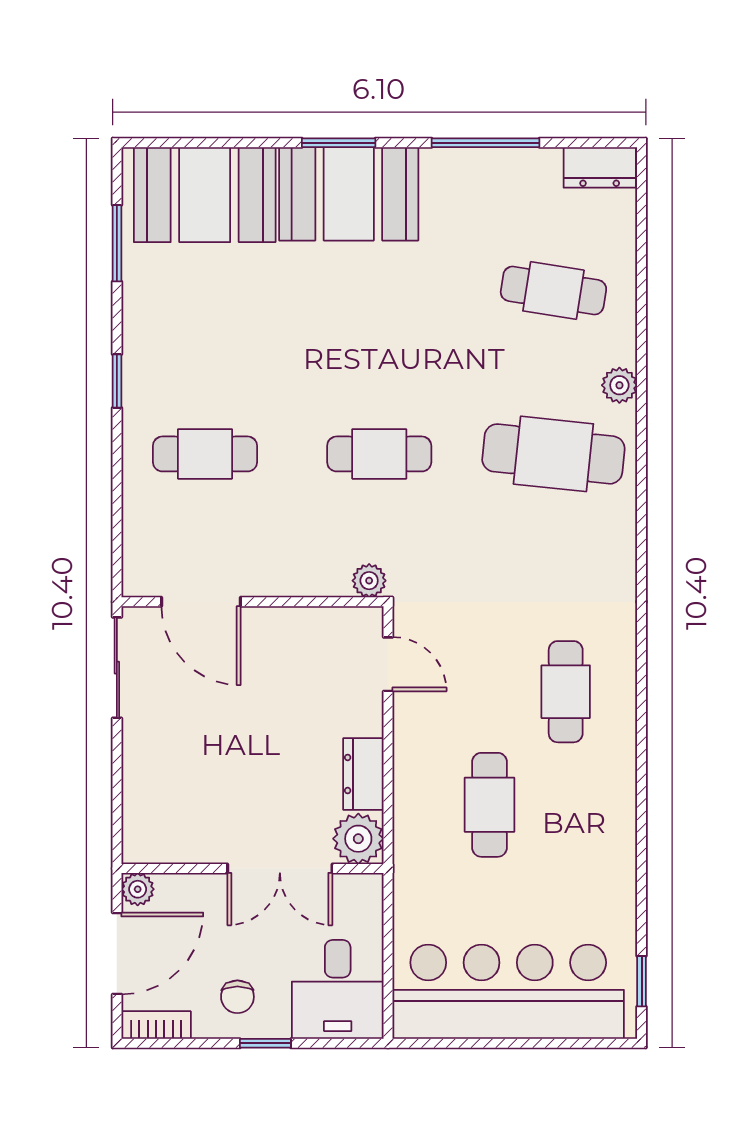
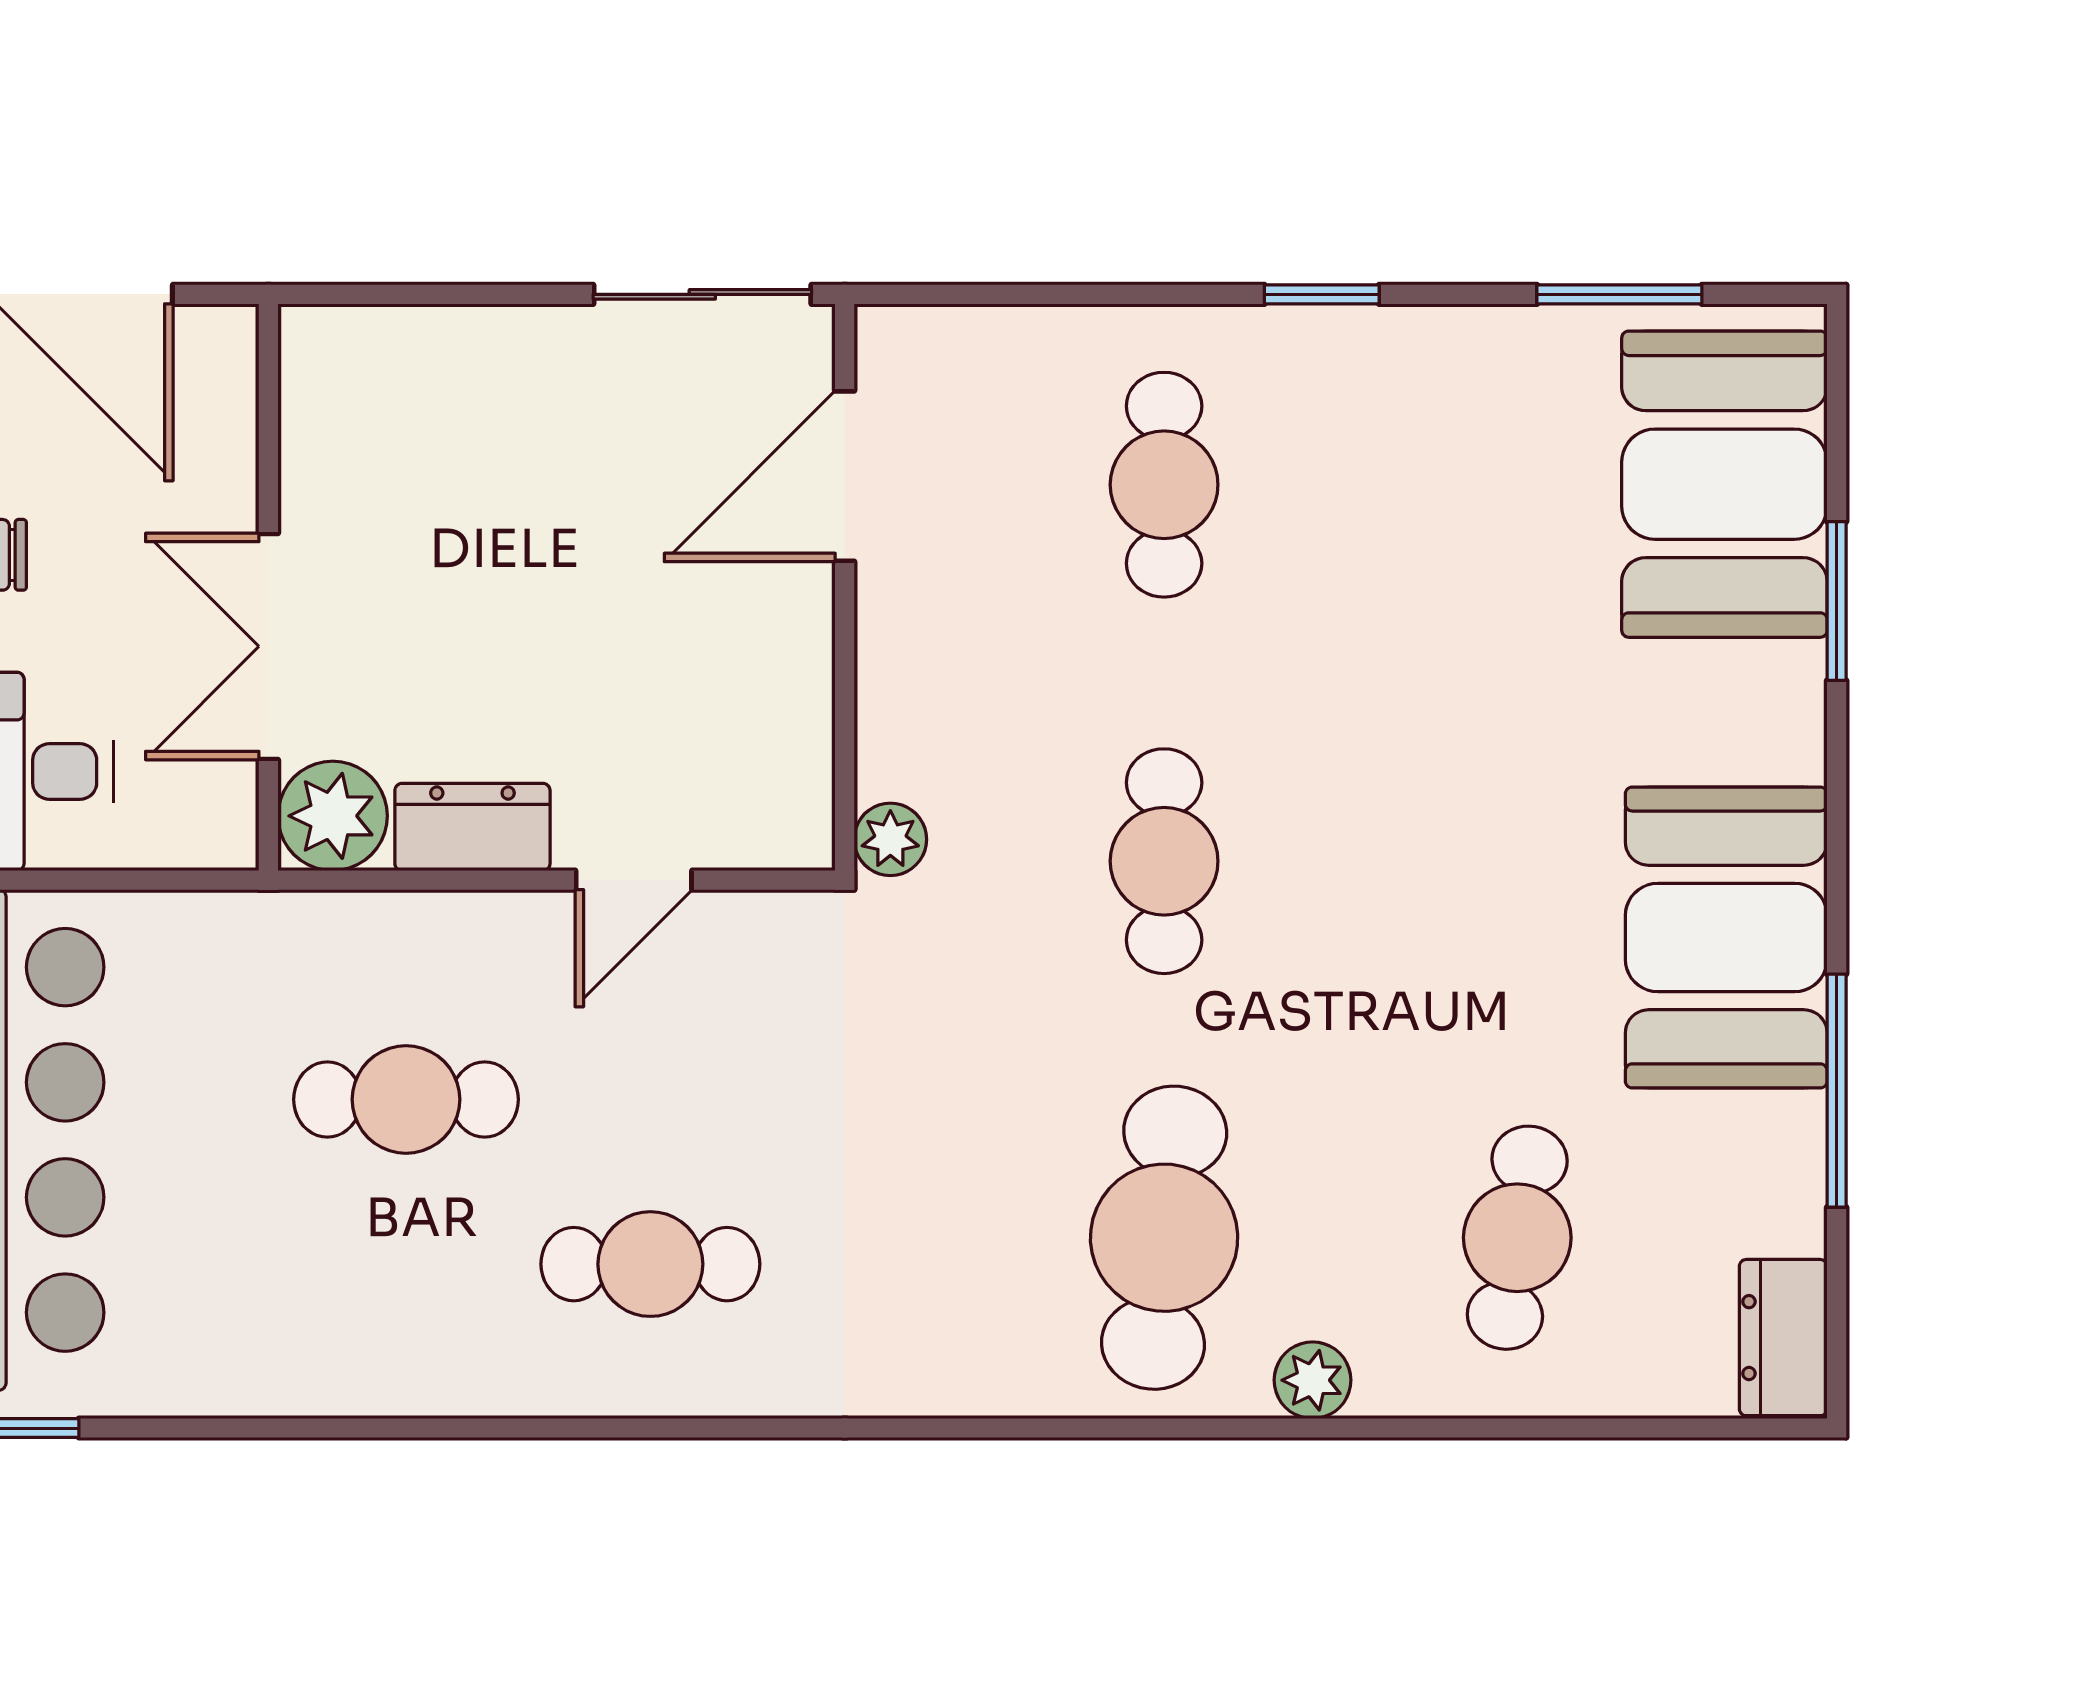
window: (339, 143) -> (1837, 601), moved
booth: (349, 194) -> (1726, 937), moved
door: (388, 664) -> (634, 880), moved
plant: (138, 889) -> (224, 339), removed

